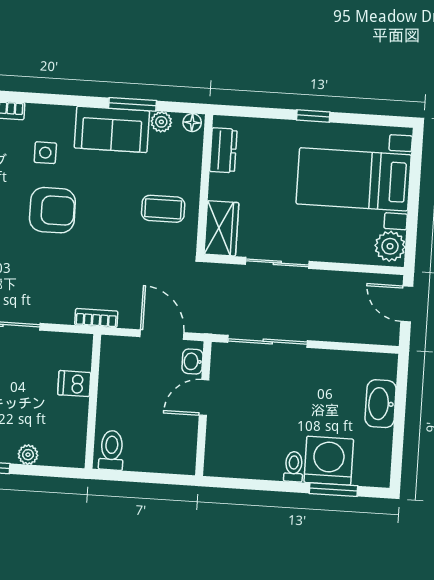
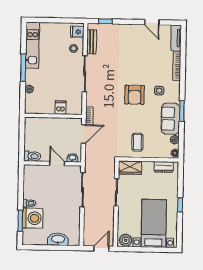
window: (133, 104) -> (182, 111), moved
door: (162, 335) -> (84, 134), moved
toilet: (111, 450) -> (32, 156), moved

